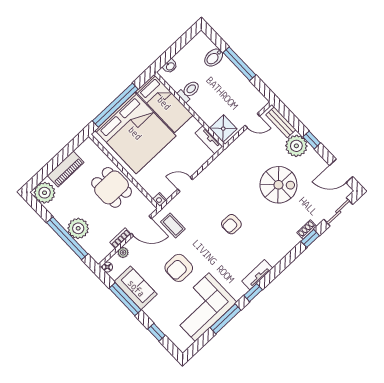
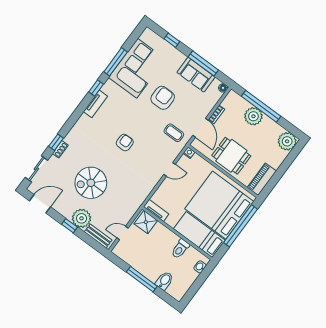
piano: (66, 169) -> (262, 179), moved
door: (141, 226) -> (200, 128), swing flipped
plant: (123, 252) -> (212, 103), removed

